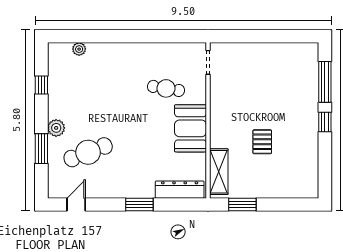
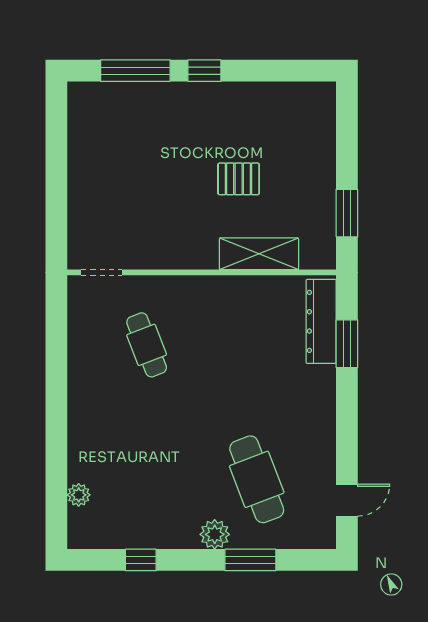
cafe table: (166, 88) -> (147, 345), turned -30
booth: (191, 128) -> (215, 303), removed
shelving: (219, 172) -> (259, 254), moved
door: (76, 204) -> (347, 500), swing flipped
window: (139, 204) -> (347, 344), moved

